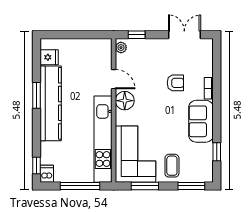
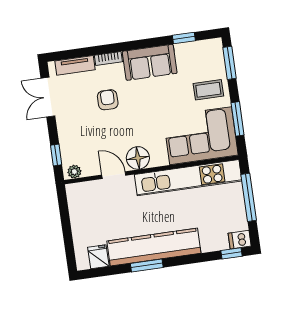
tv unit: (207, 60) -> (75, 65), added
door: (114, 79) -> (114, 175), hinge flipped

